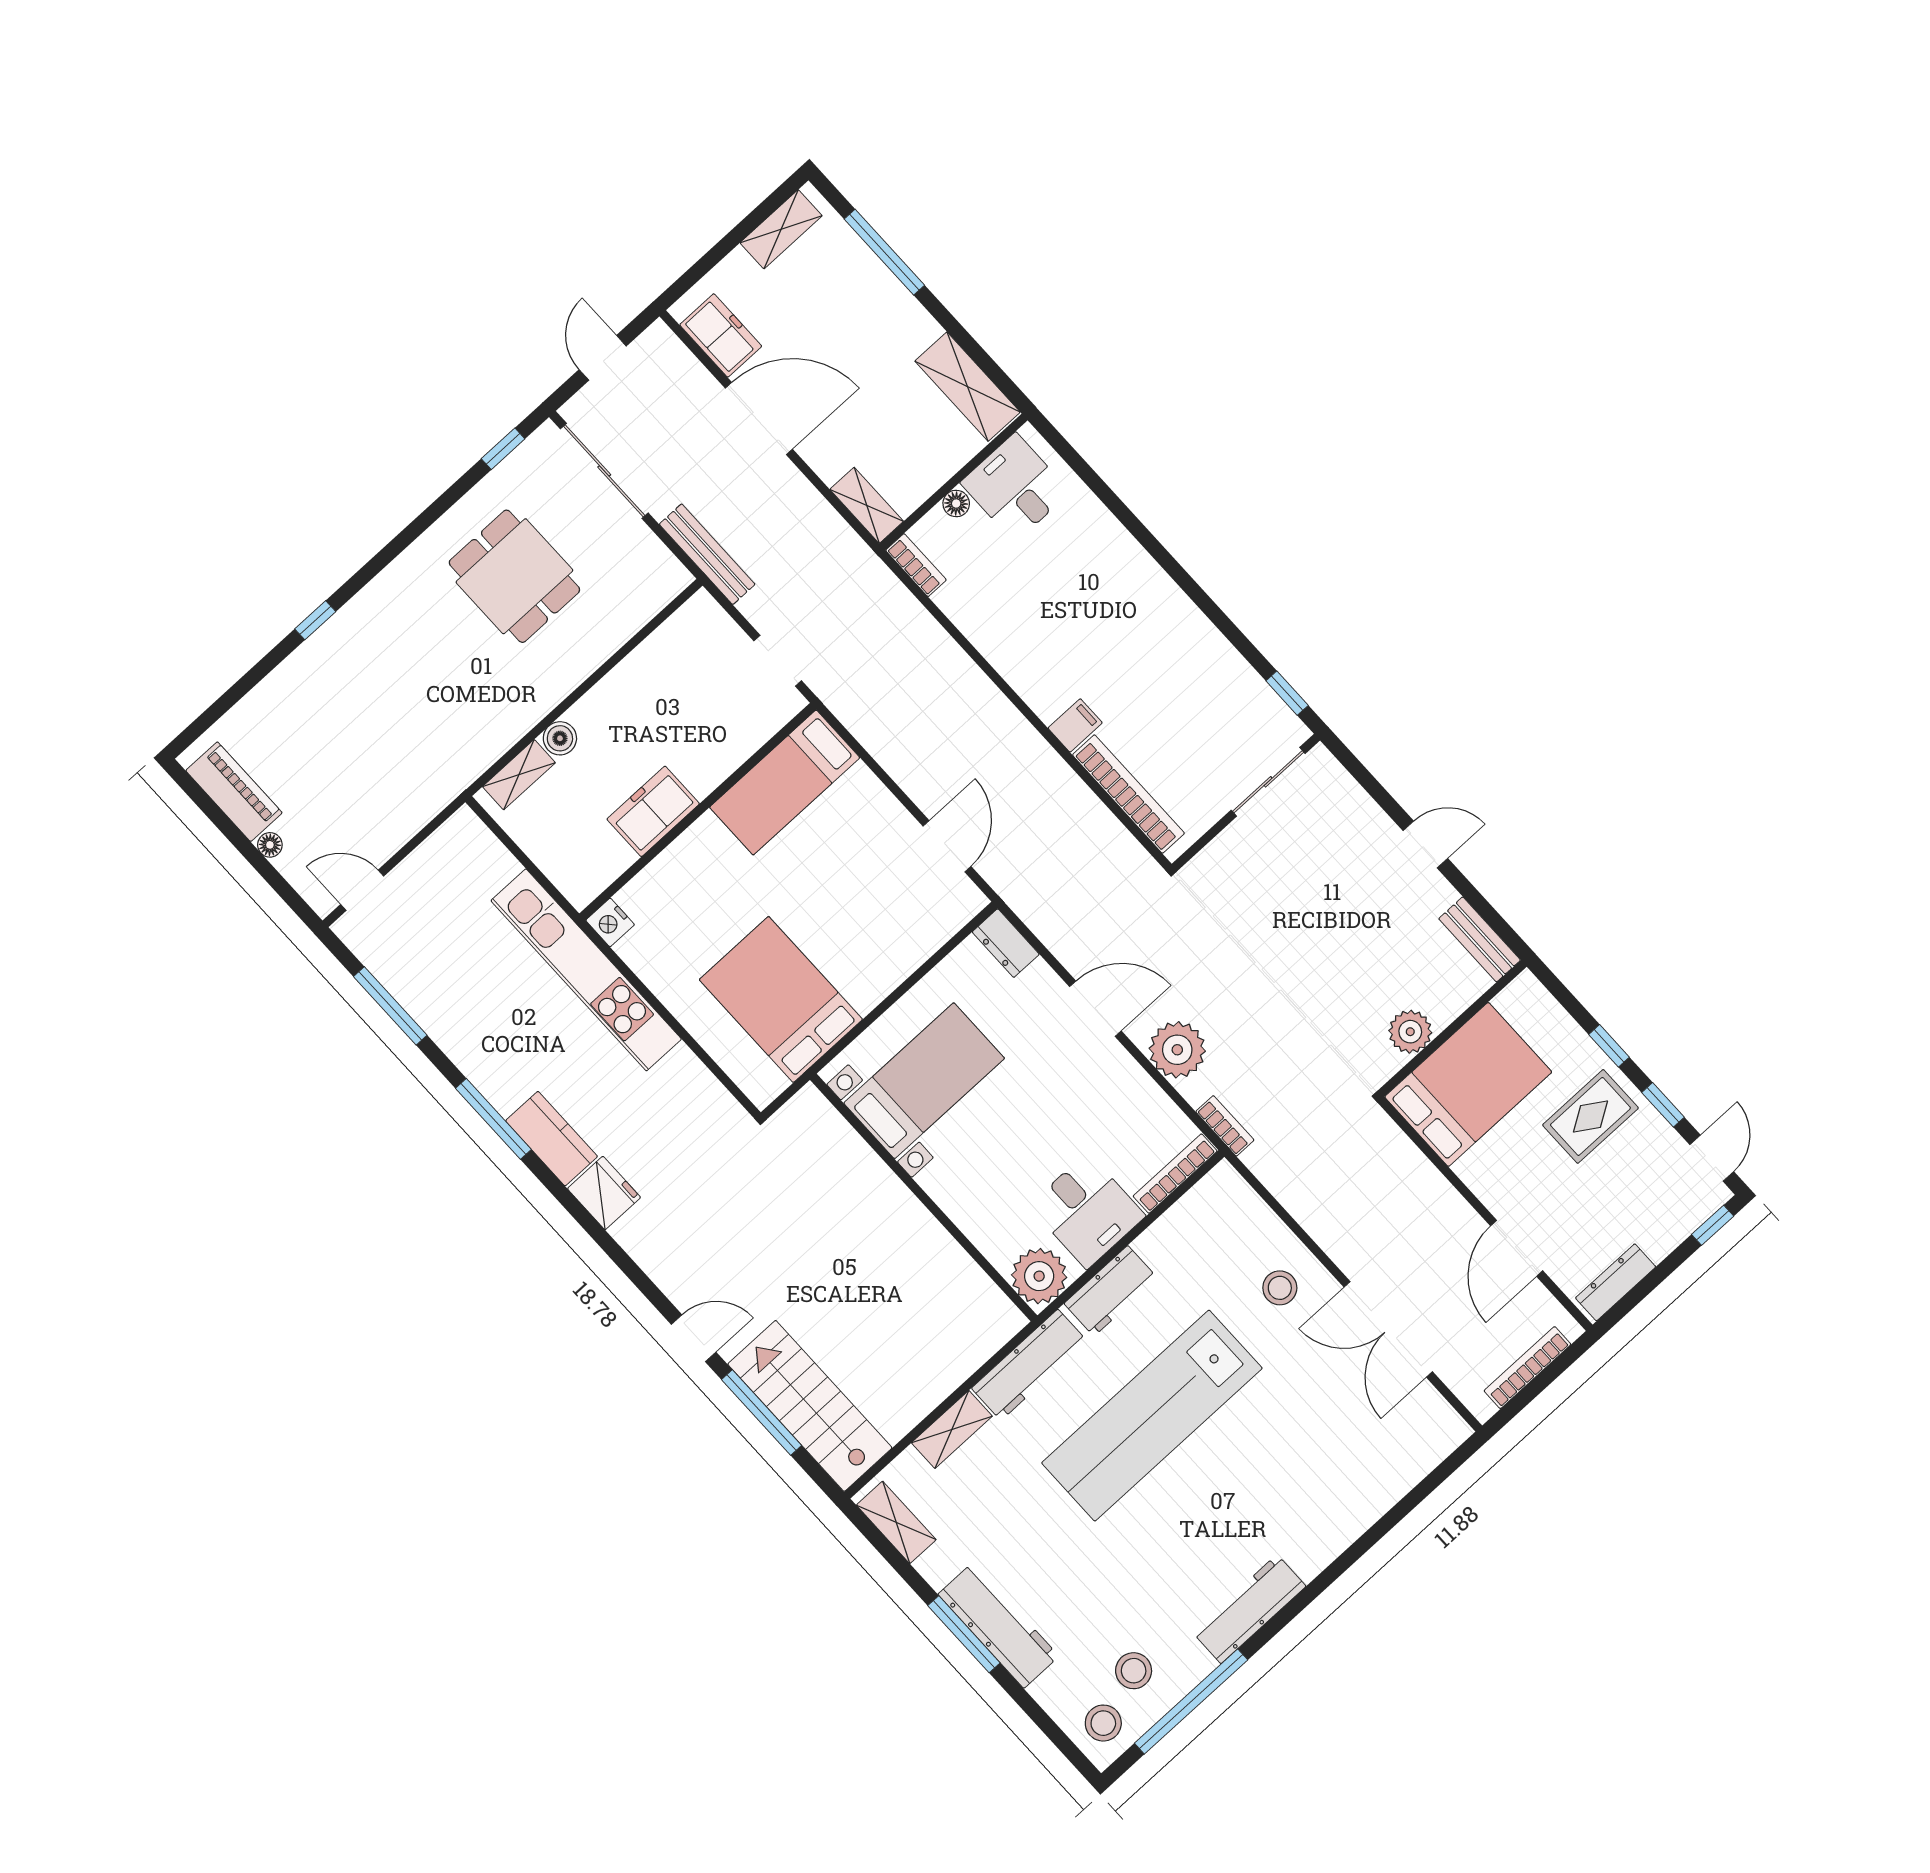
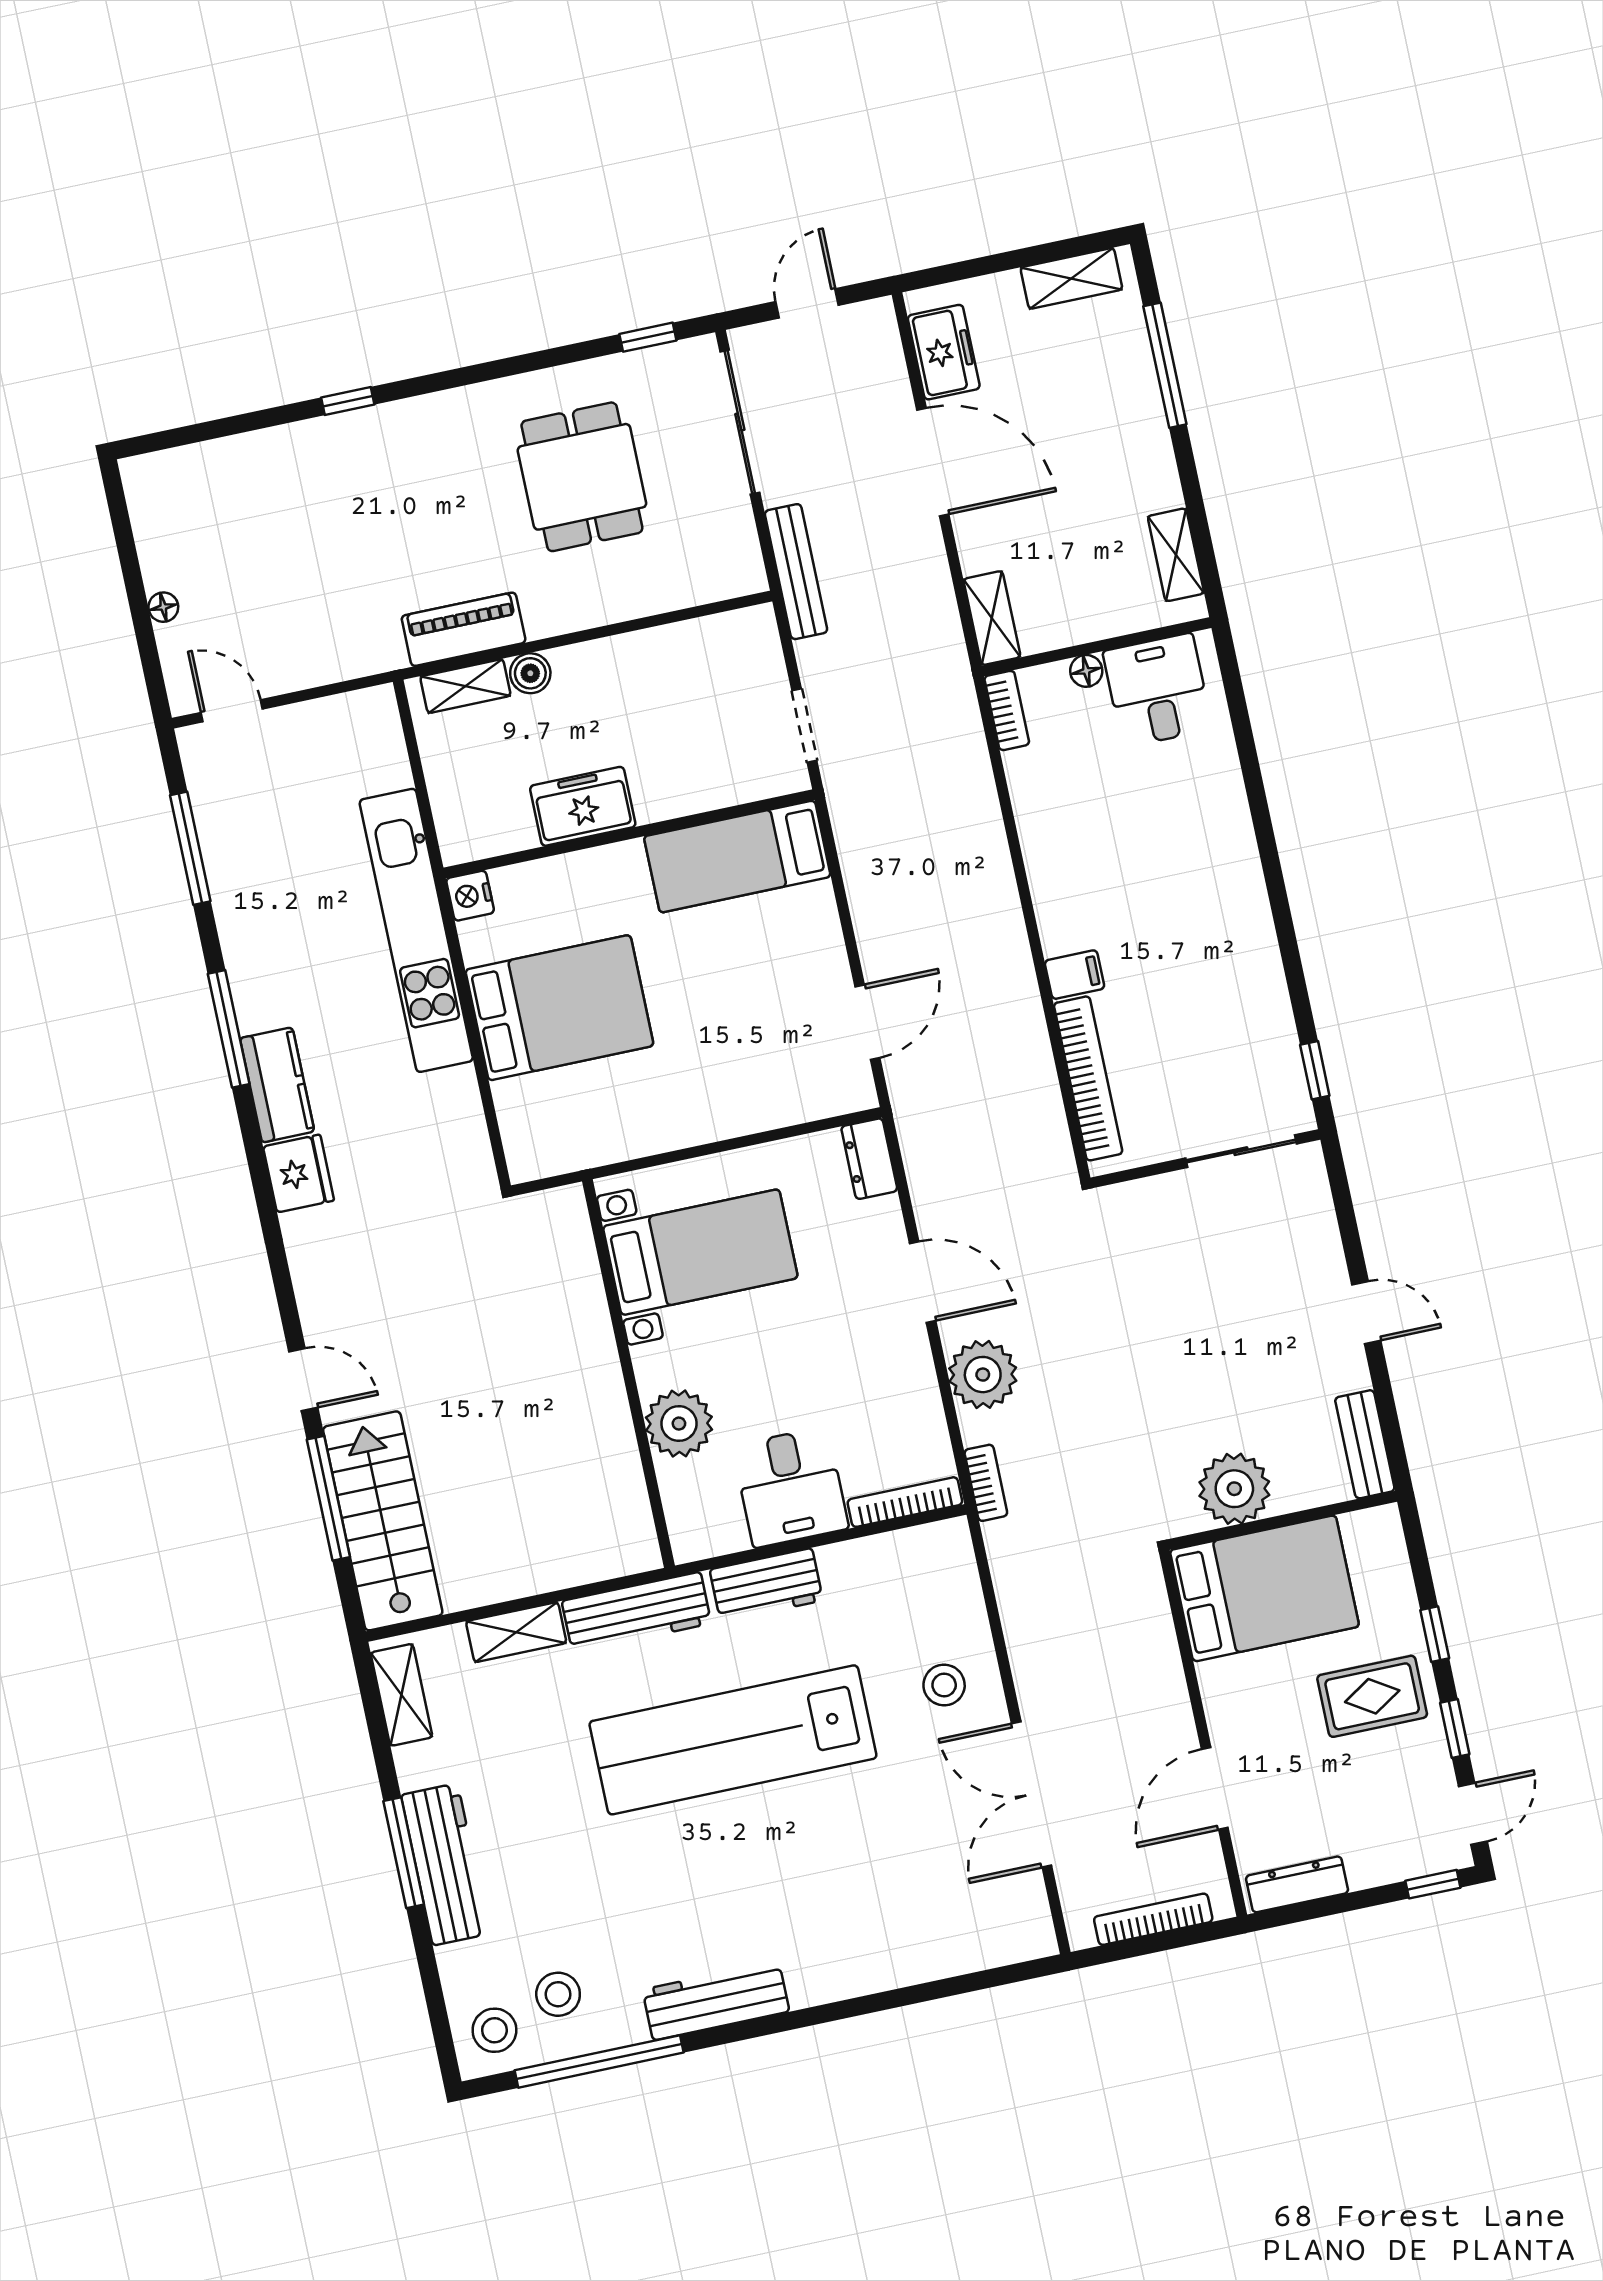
shelving: (968, 387) -> (1176, 555), width x0.67, depth x0.75
piano: (234, 792) -> (464, 629), moved, turned -90
bed: (781, 999) -> (559, 1008), moved, turned 90
plant: (1410, 1032) -> (1234, 1489), width x1.36, depth x1.36
plant: (1039, 1276) -> (679, 1424), moved

